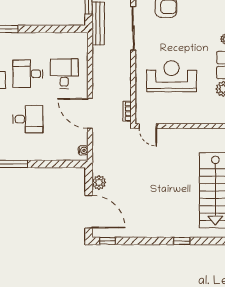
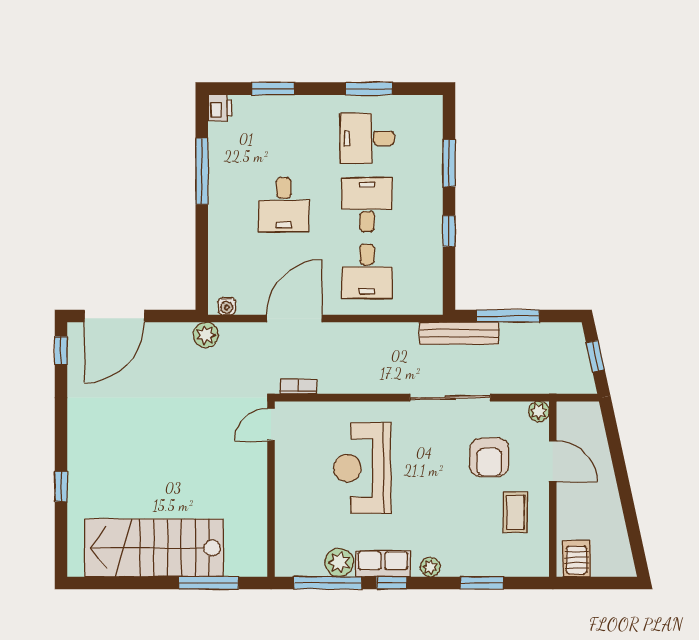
window: (42, 29) -> (449, 231), added
desk: (64, 74) -> (367, 271), turned 90
reception desk: (172, 76) -> (362, 468), turned 180
plant: (99, 183) -> (206, 335), moved

